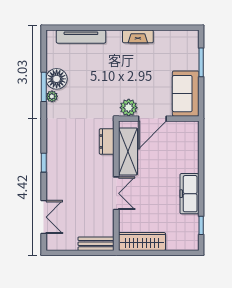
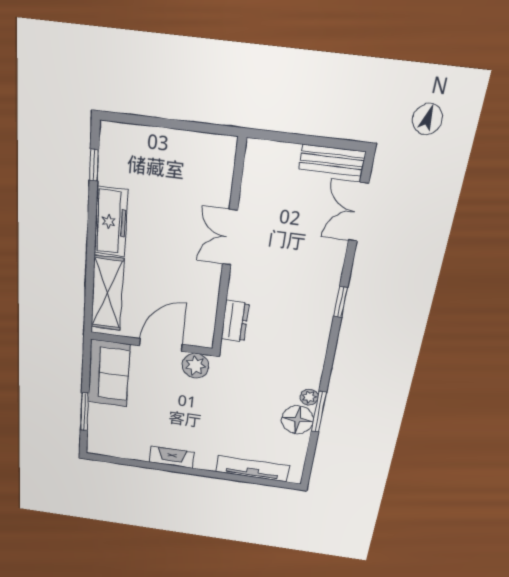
shelving: (128, 151) -> (107, 293), moved
wardrobe: (142, 241) -> (196, 148), removed
bench: (96, 244) -> (332, 160), moved

